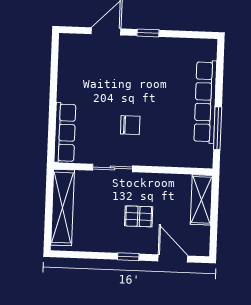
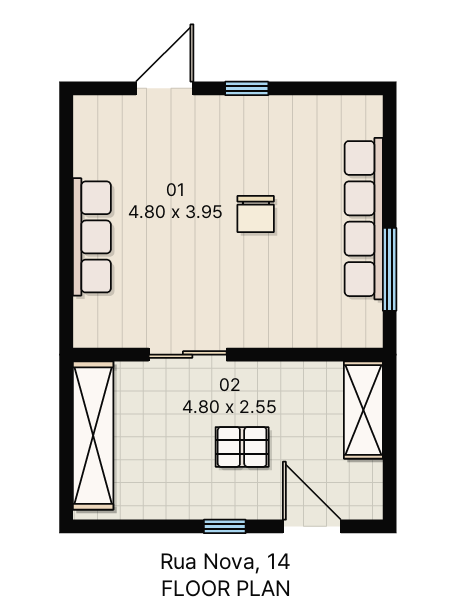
chair: (130, 125) -> (256, 214), moved, turned 90
row of seats: (65, 133) -> (92, 237), moved

